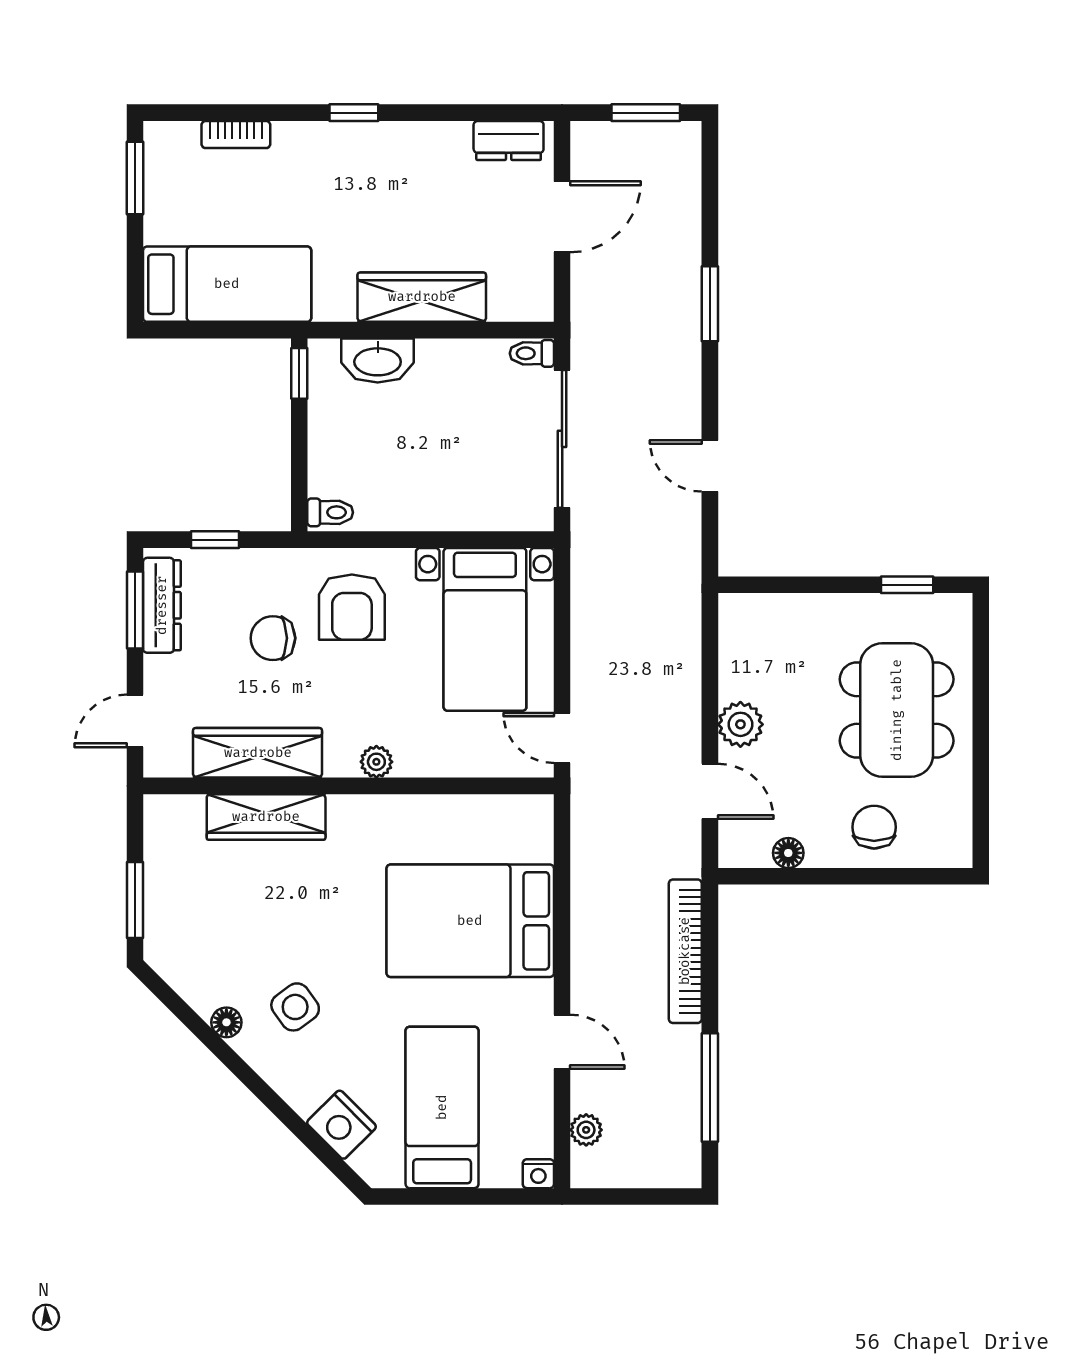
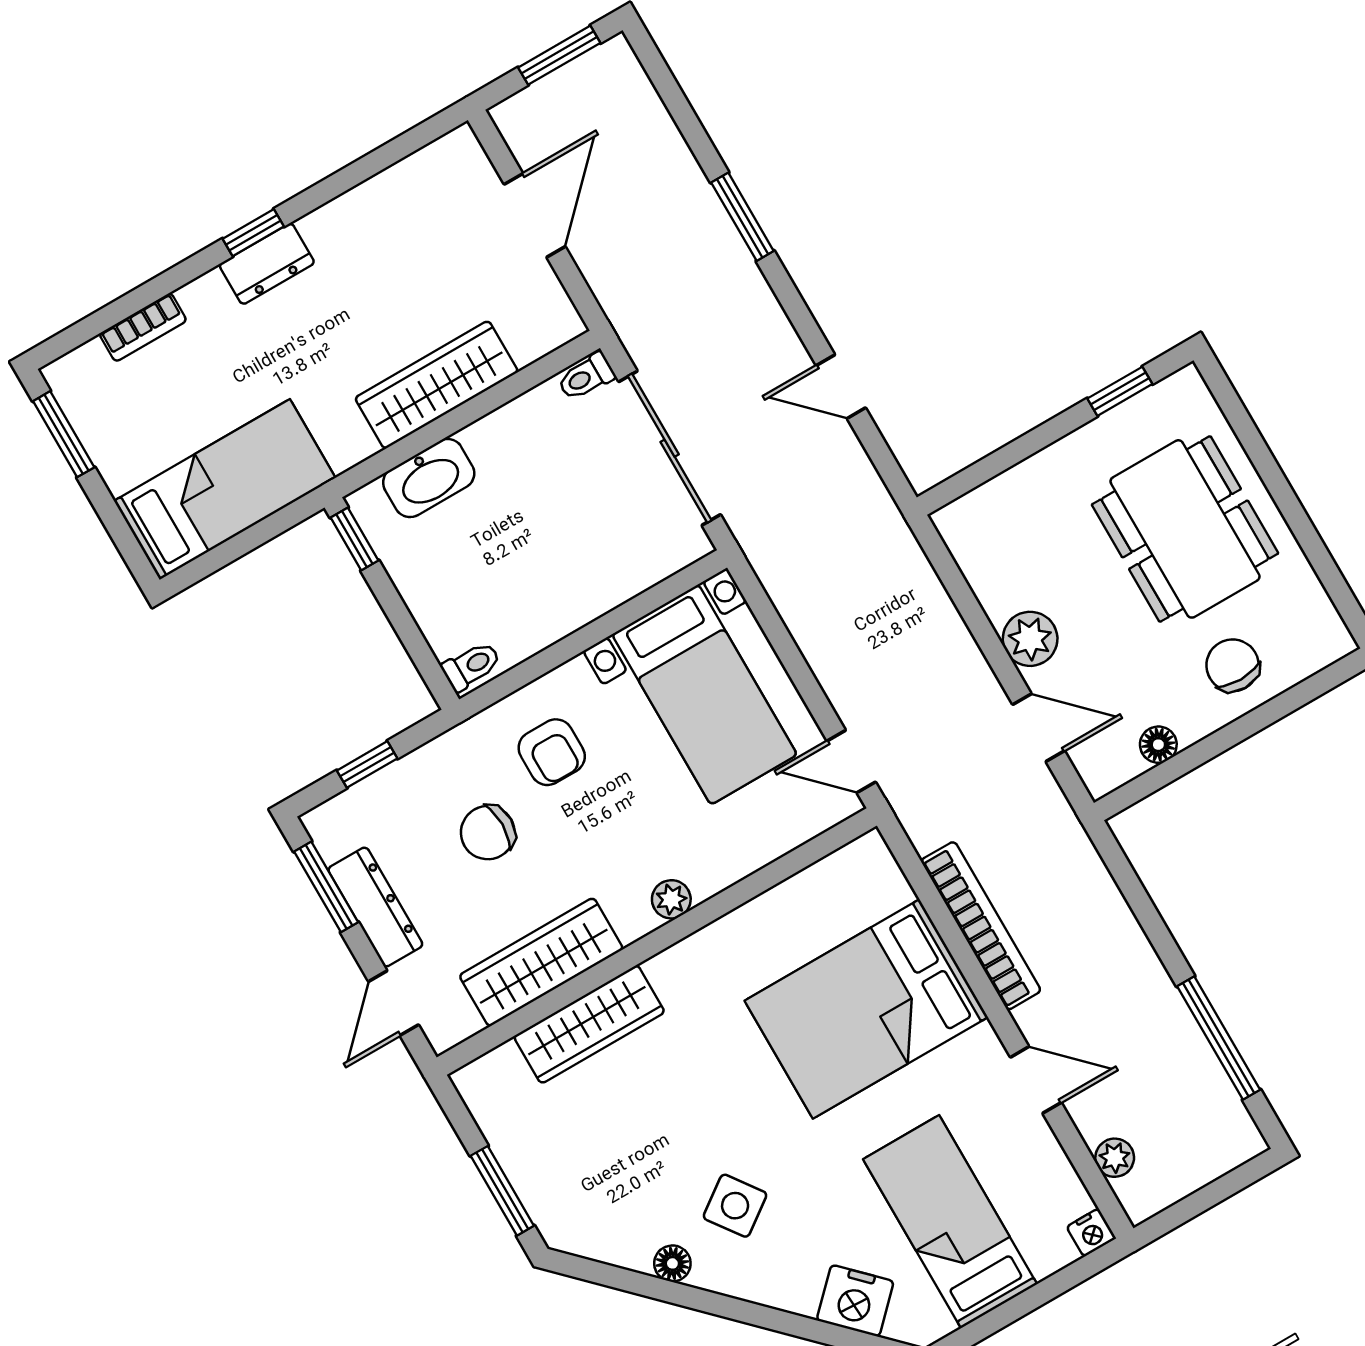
dresser: (509, 140) -> (267, 264), moved
dresser: (162, 605) -> (375, 907), moved
armchair: (352, 607) -> (552, 752), width x0.72, depth x0.72
bookcase: (685, 951) -> (981, 926), moved, turned 180

